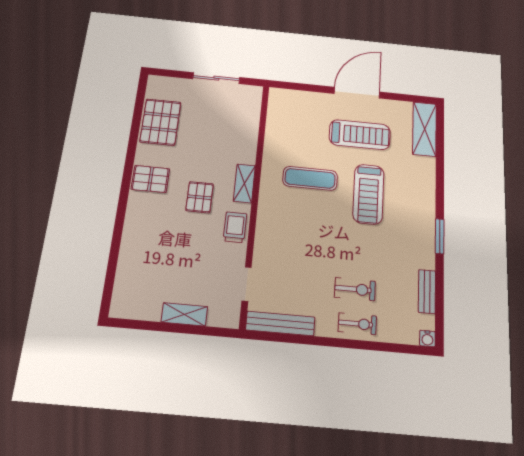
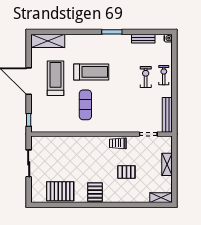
window: (291, 86) -> (29, 120), added
shelving: (244, 183) -> (161, 198), moved
pallet: (200, 197) -> (126, 172), moved

